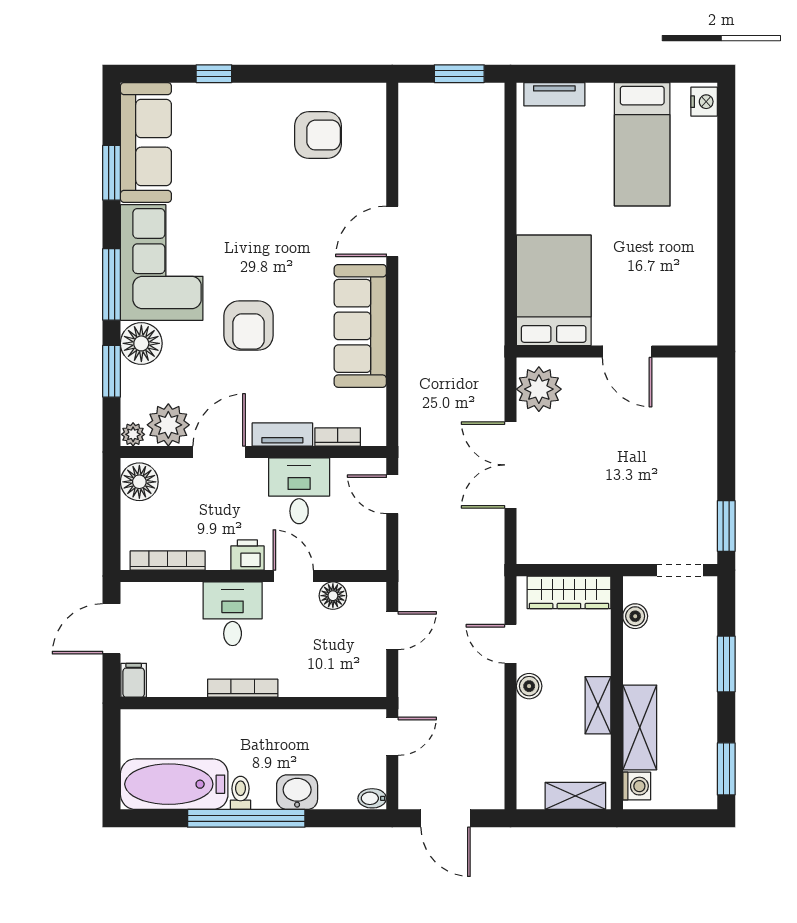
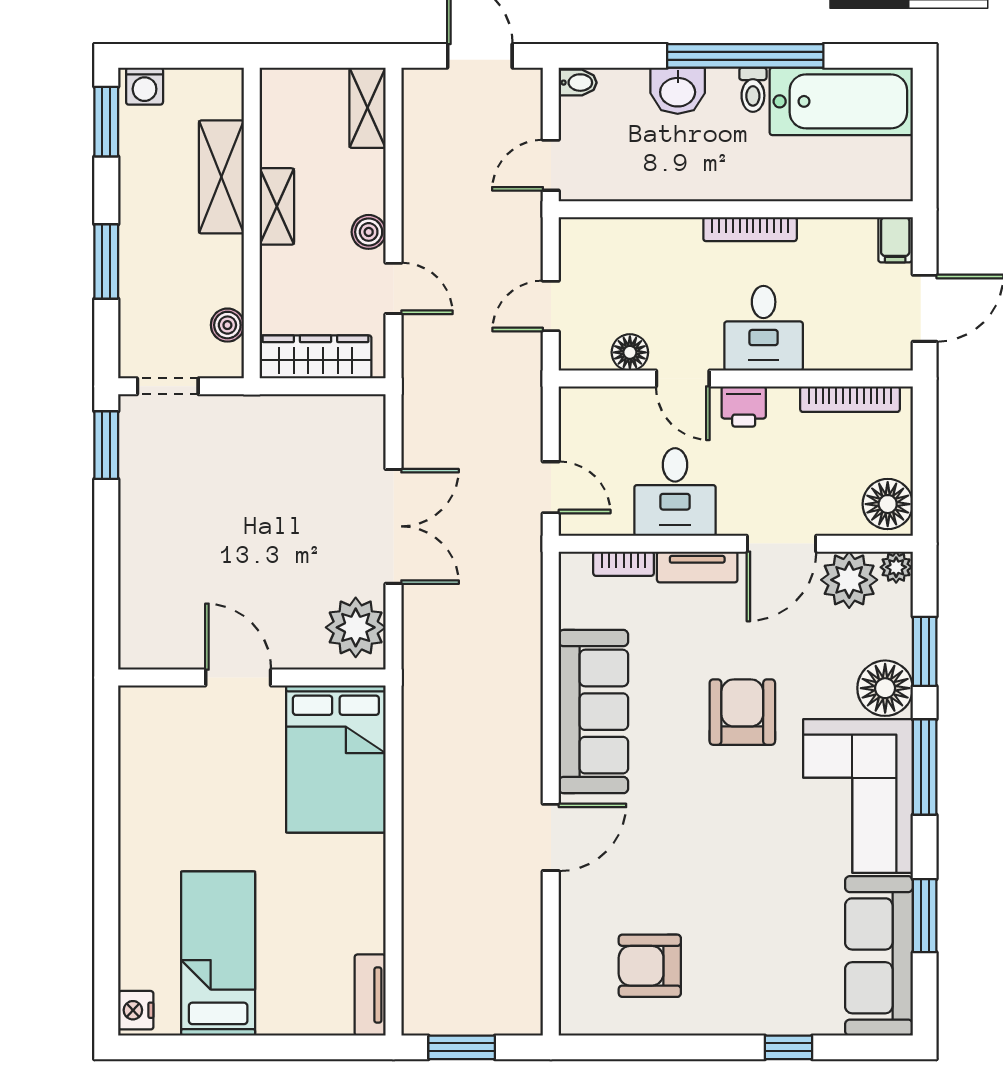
tv unit: (554, 94) -> (370, 995), moved, turned -90
washing machine: (637, 786) -> (145, 86), moved, turned -90
shelving: (575, 796) -> (368, 108), moved, turned 90

